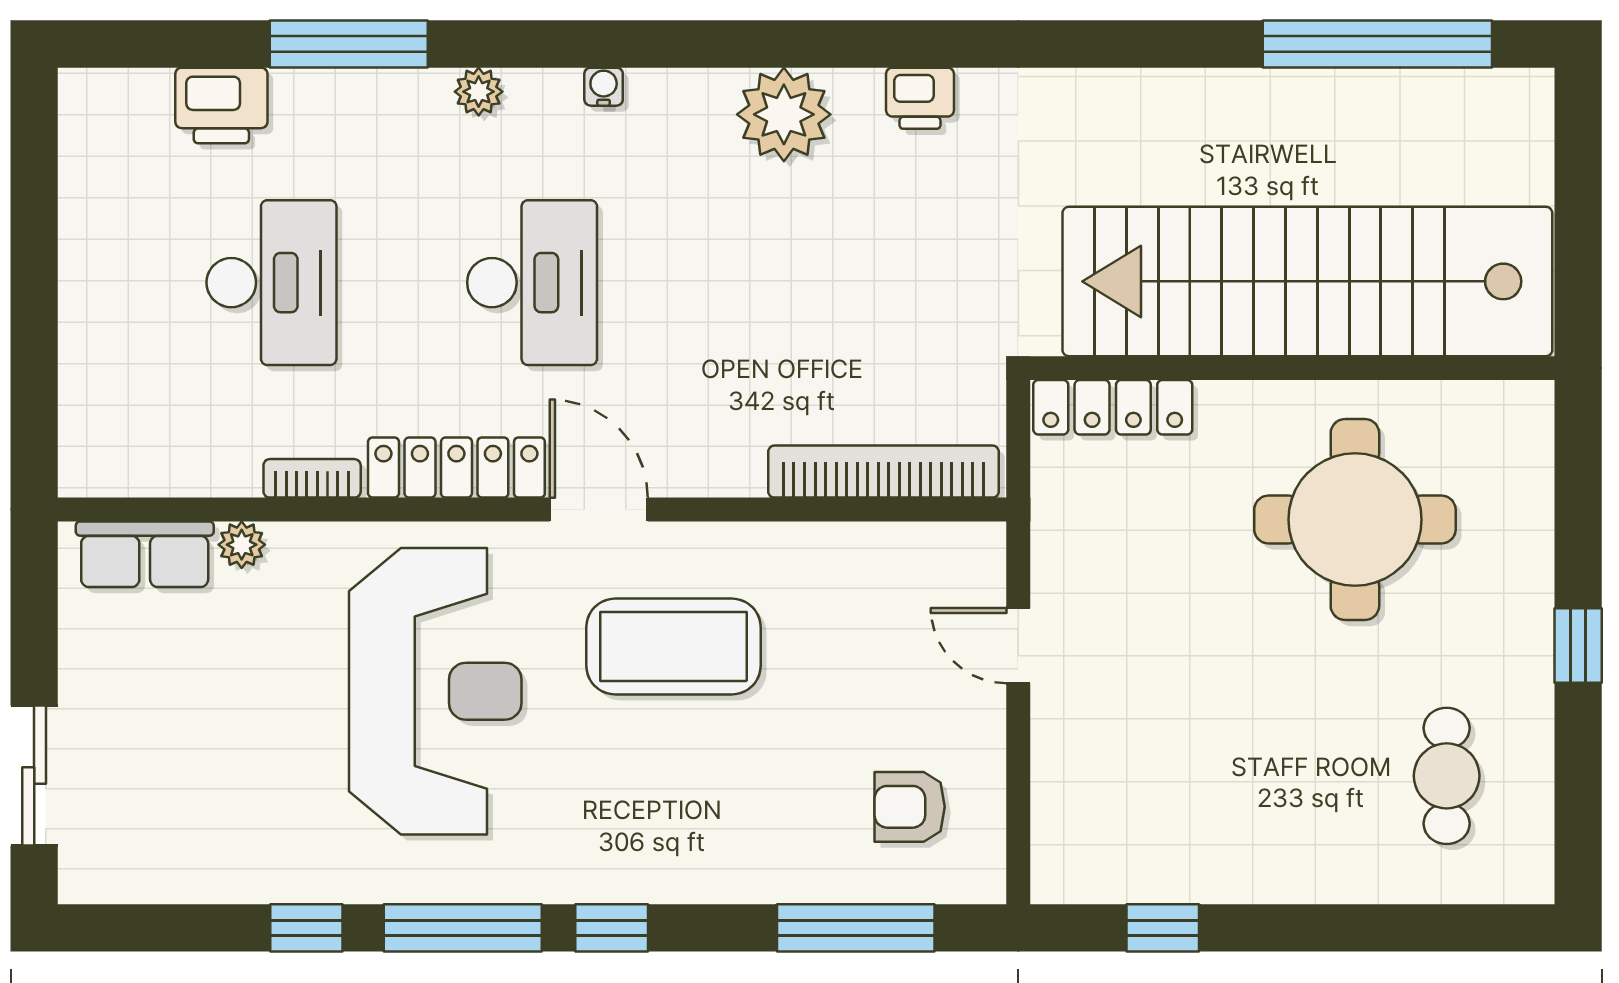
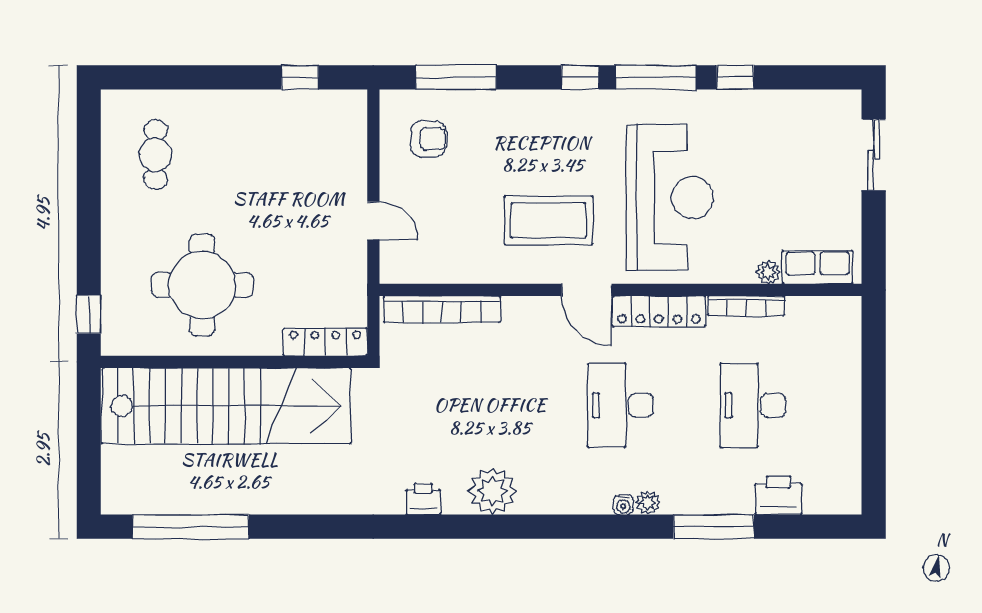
water cooler: (604, 87) -> (623, 505), moved
bookcase: (312, 478) -> (746, 306), width x1.56
window: (1578, 645) -> (89, 314), moved
reception desk: (435, 691) -> (670, 198), turned 180

